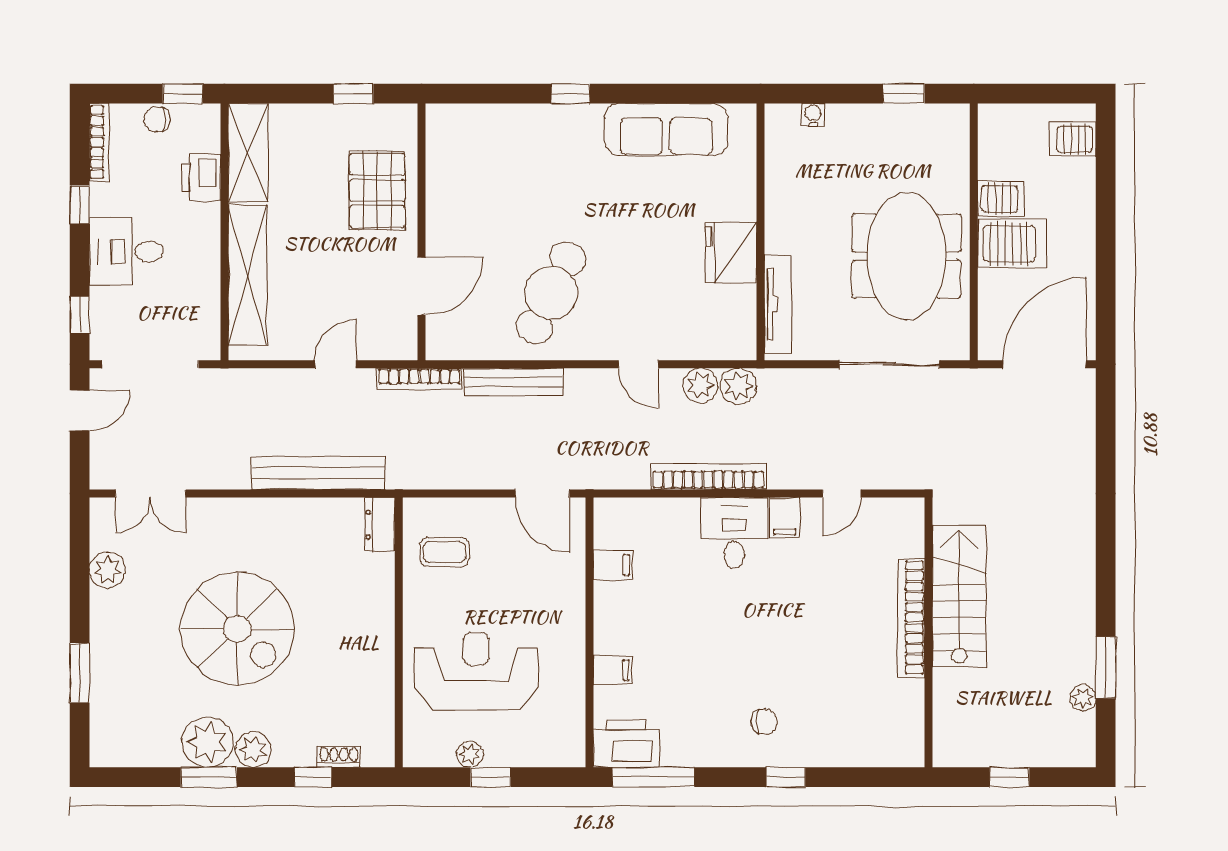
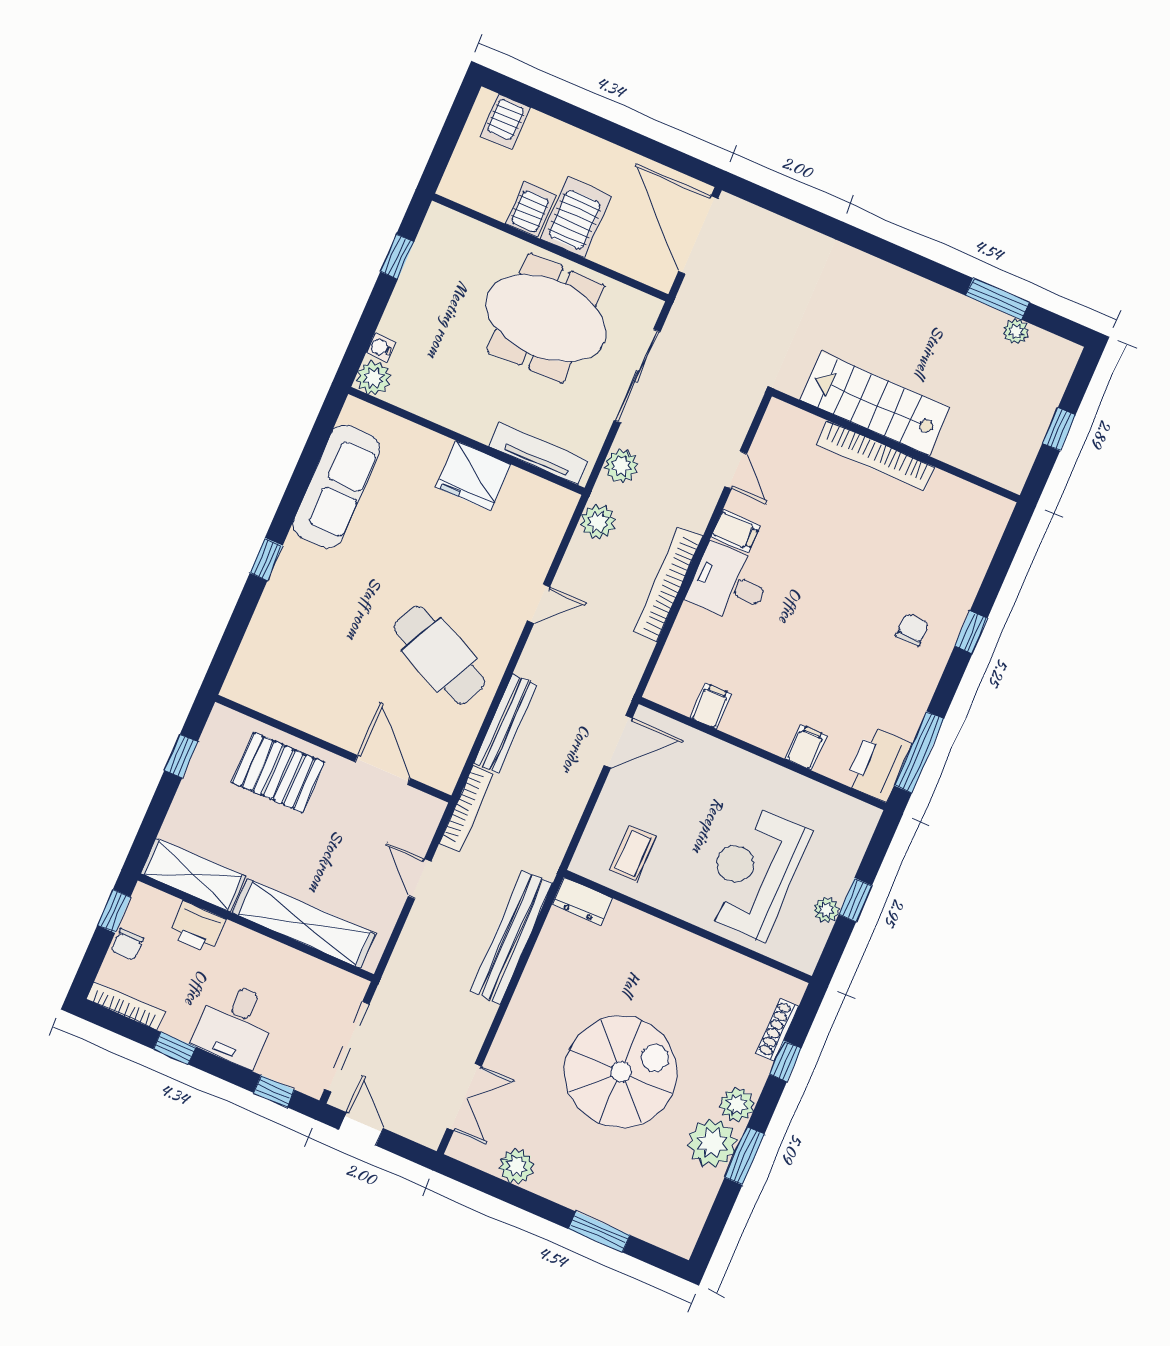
plant: (782, 121) -> (374, 378), added
plant: (700, 385) -> (621, 466), moved
shoe rack: (339, 757) -> (777, 1030), width x1.43

